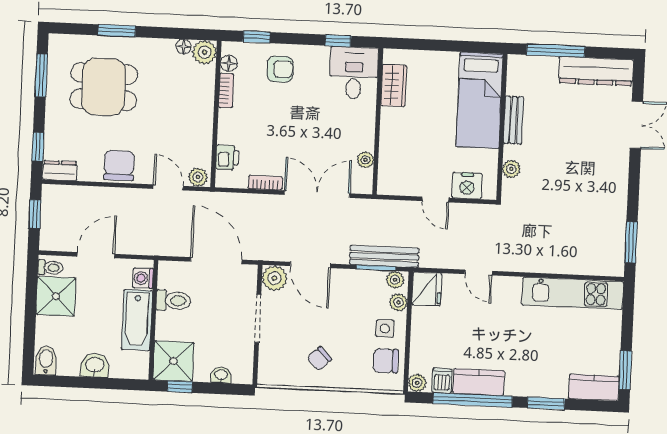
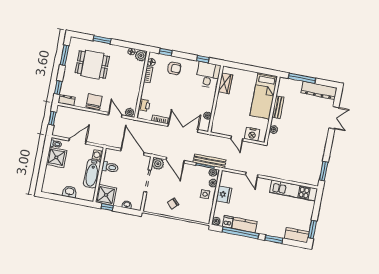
fridge: (427, 289) -> (224, 194), moved
bidet: (46, 360) -> (48, 186), removed
chair: (386, 361) -> (203, 209), removed

